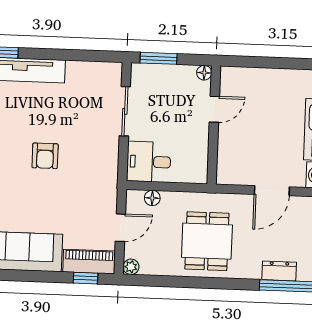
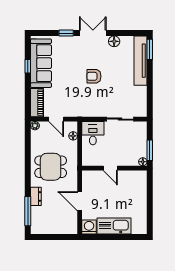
window: (159, 58) -> (150, 150), moved
door: (214, 109) -> (110, 168), moved
dresser: (279, 271) -> (36, 196), moved
window: (86, 278) -> (28, 66), moved

